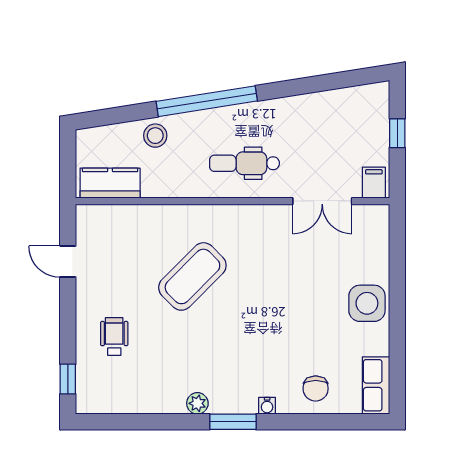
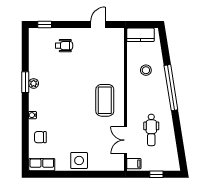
stool: (155, 136) -> (146, 70), moved
dental chair: (244, 163) -> (151, 130), moved, turned 180
kitchen counter: (110, 183) -> (141, 35), moved, turned 90
coffee table: (192, 276) -> (105, 100), moved, turned 45
window: (233, 422) -> (25, 82), moved

